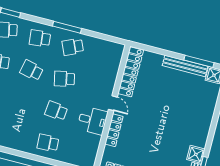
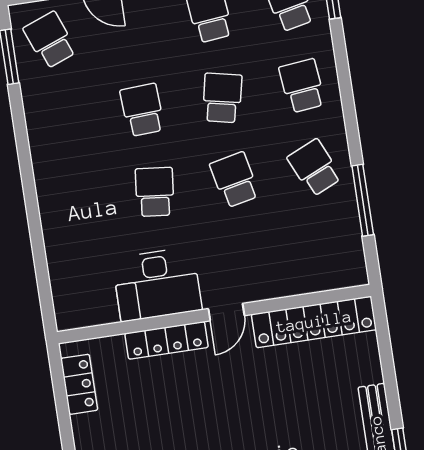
window: (67, 27) -> (363, 200), moved
desk: (92, 120) -> (157, 284), width x1.37
school desk: (48, 143) -> (142, 110), moved

